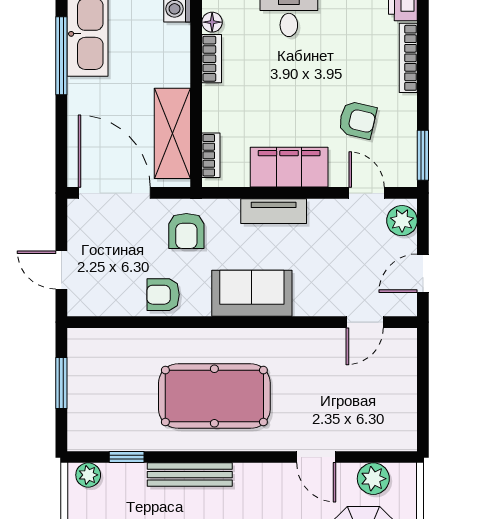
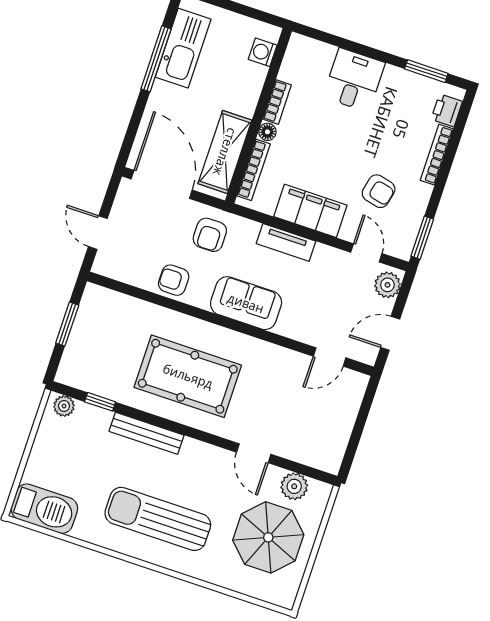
floor lamp: (212, 22) -> (267, 132), moved
bookcase: (211, 155) -> (254, 170), width x1.56

